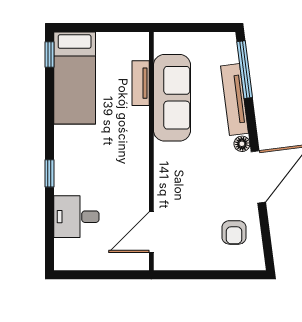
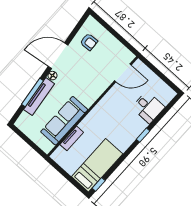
window: (245, 70) -> (33, 92), moved
armchair: (234, 232) -> (89, 42), turned 86

